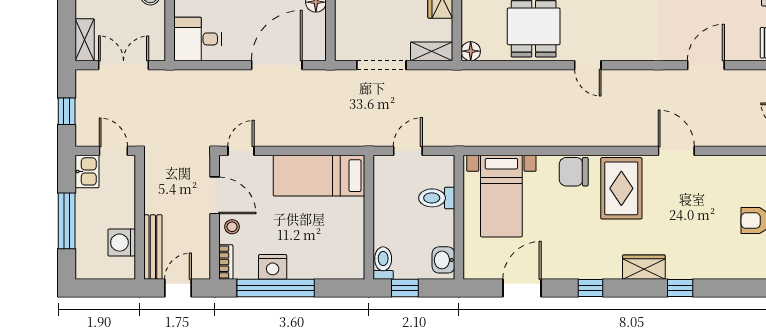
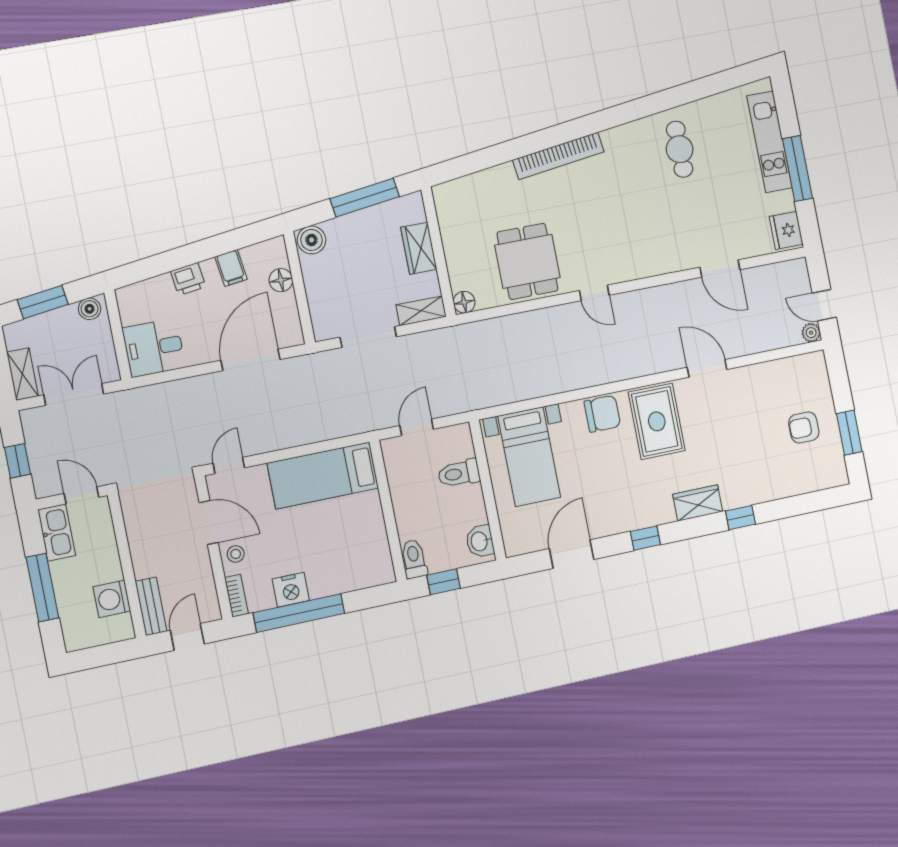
door: (706, 65) -> (720, 268), swing flipped
kitchen sink: (87, 171) -> (57, 533), width x1.38
chair: (574, 172) -> (602, 414), turned 180
bench: (153, 247) -> (151, 606), width x0.73

